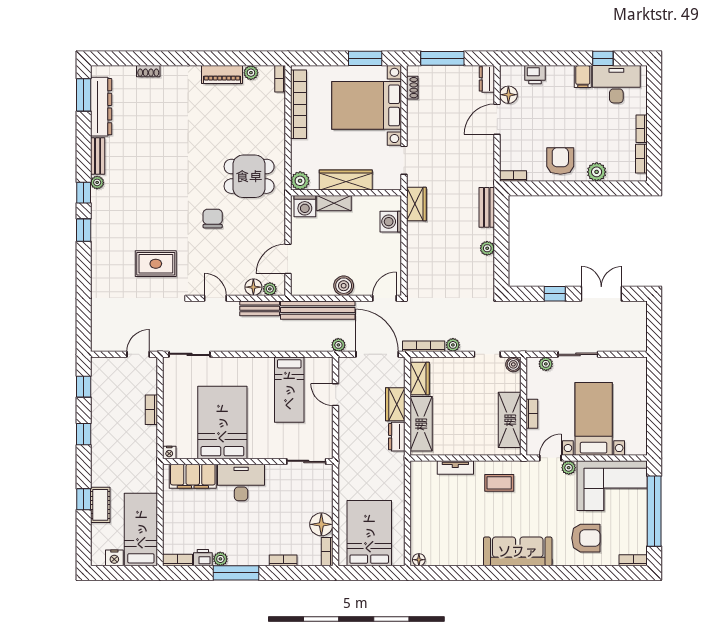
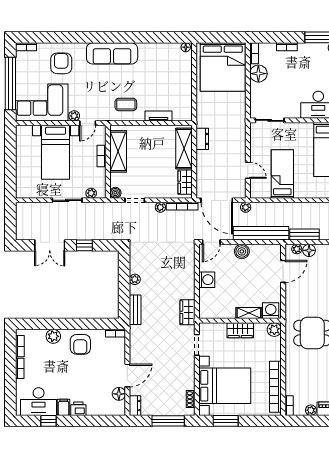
printer: (535, 75) -> (78, 409), moved
wardrobe: (346, 180) -> (240, 330), width x0.67
washing machine: (391, 222) -> (207, 280), moved
wardrobe: (395, 404) -> (203, 163), removed
bed: (369, 533) -> (223, 67), width x1.36
armchair: (586, 538) -> (61, 63), turned 90

